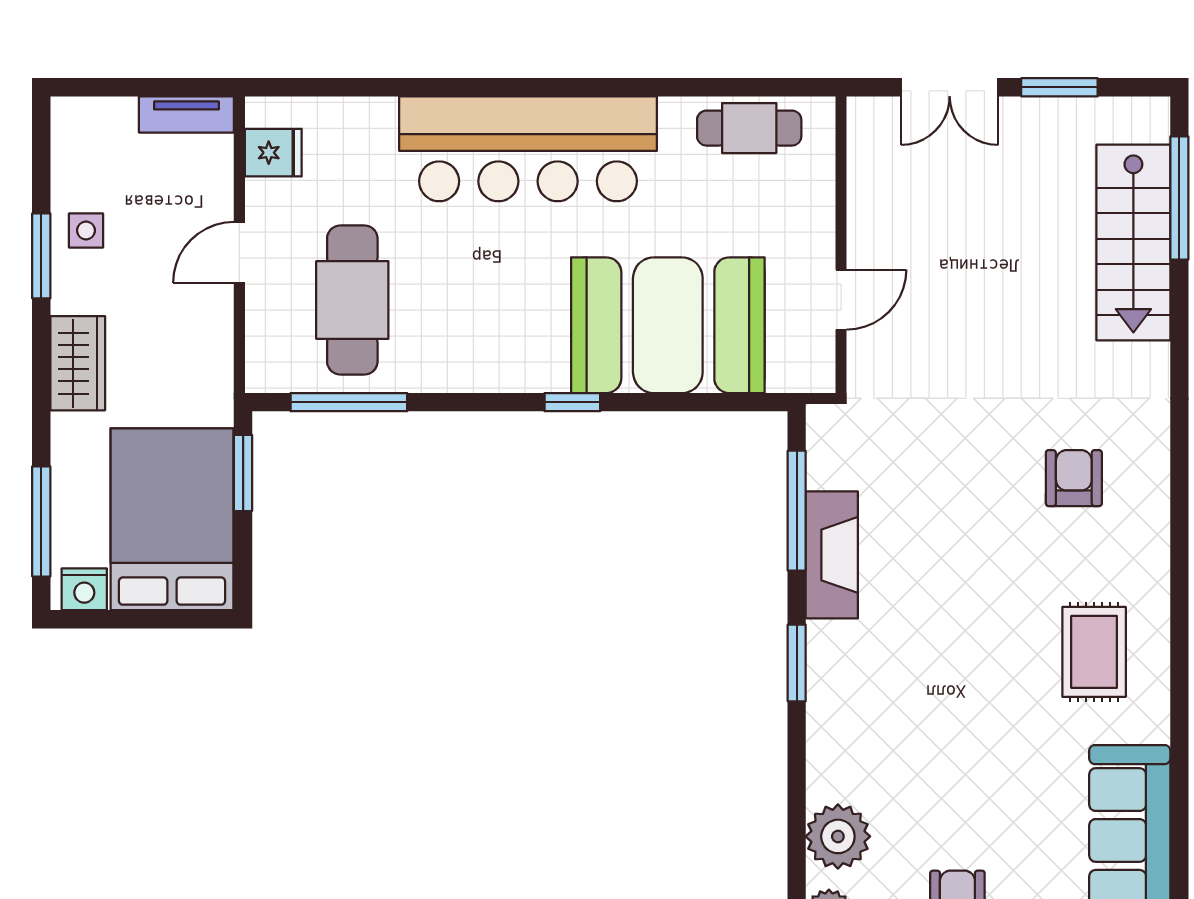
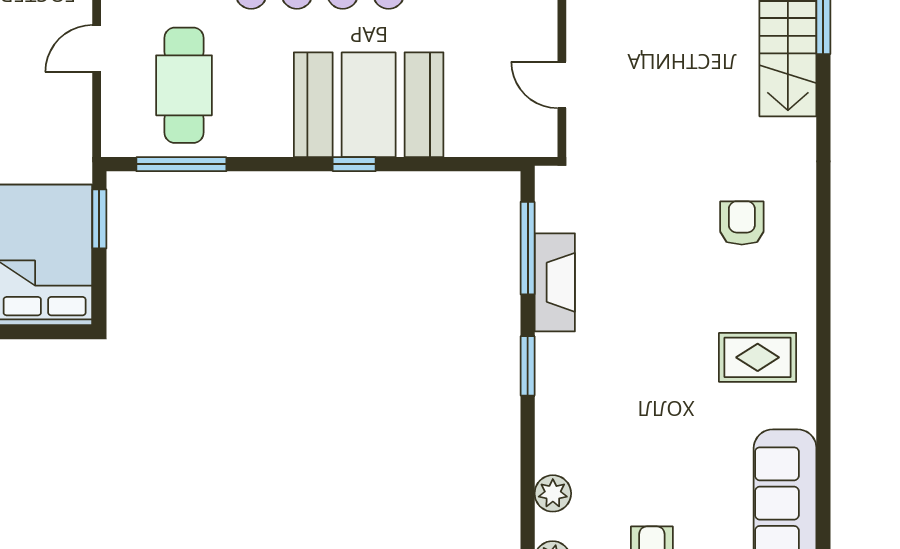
door: (841, 300) -> (562, 85), swing flipped
booth: (668, 325) -> (369, 105), moved
rug: (1094, 652) -> (758, 357), turned 90
plant: (838, 836) -> (553, 493), width x0.73, depth x0.73

